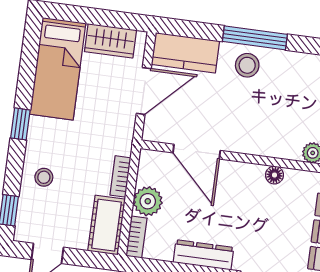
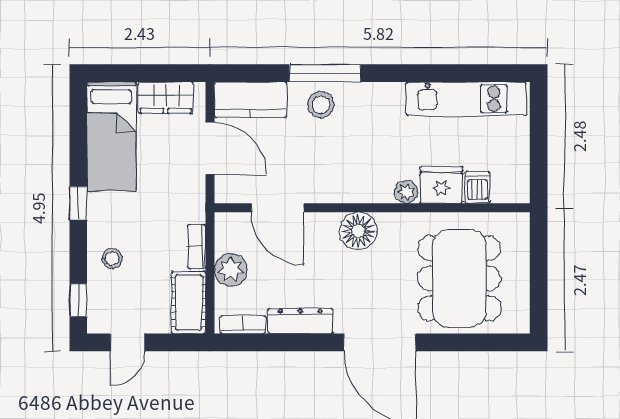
door: (144, 91) -> (210, 148), hinge flipped
floor lamp: (274, 175) -> (358, 231), width x1.89, depth x1.89
bookcase: (136, 237) -> (243, 325), moved, turned -90

